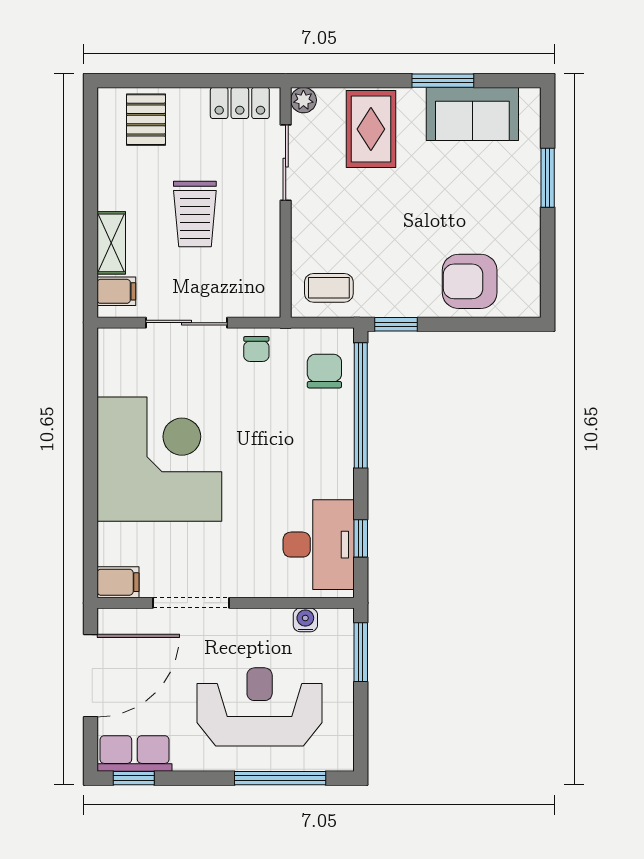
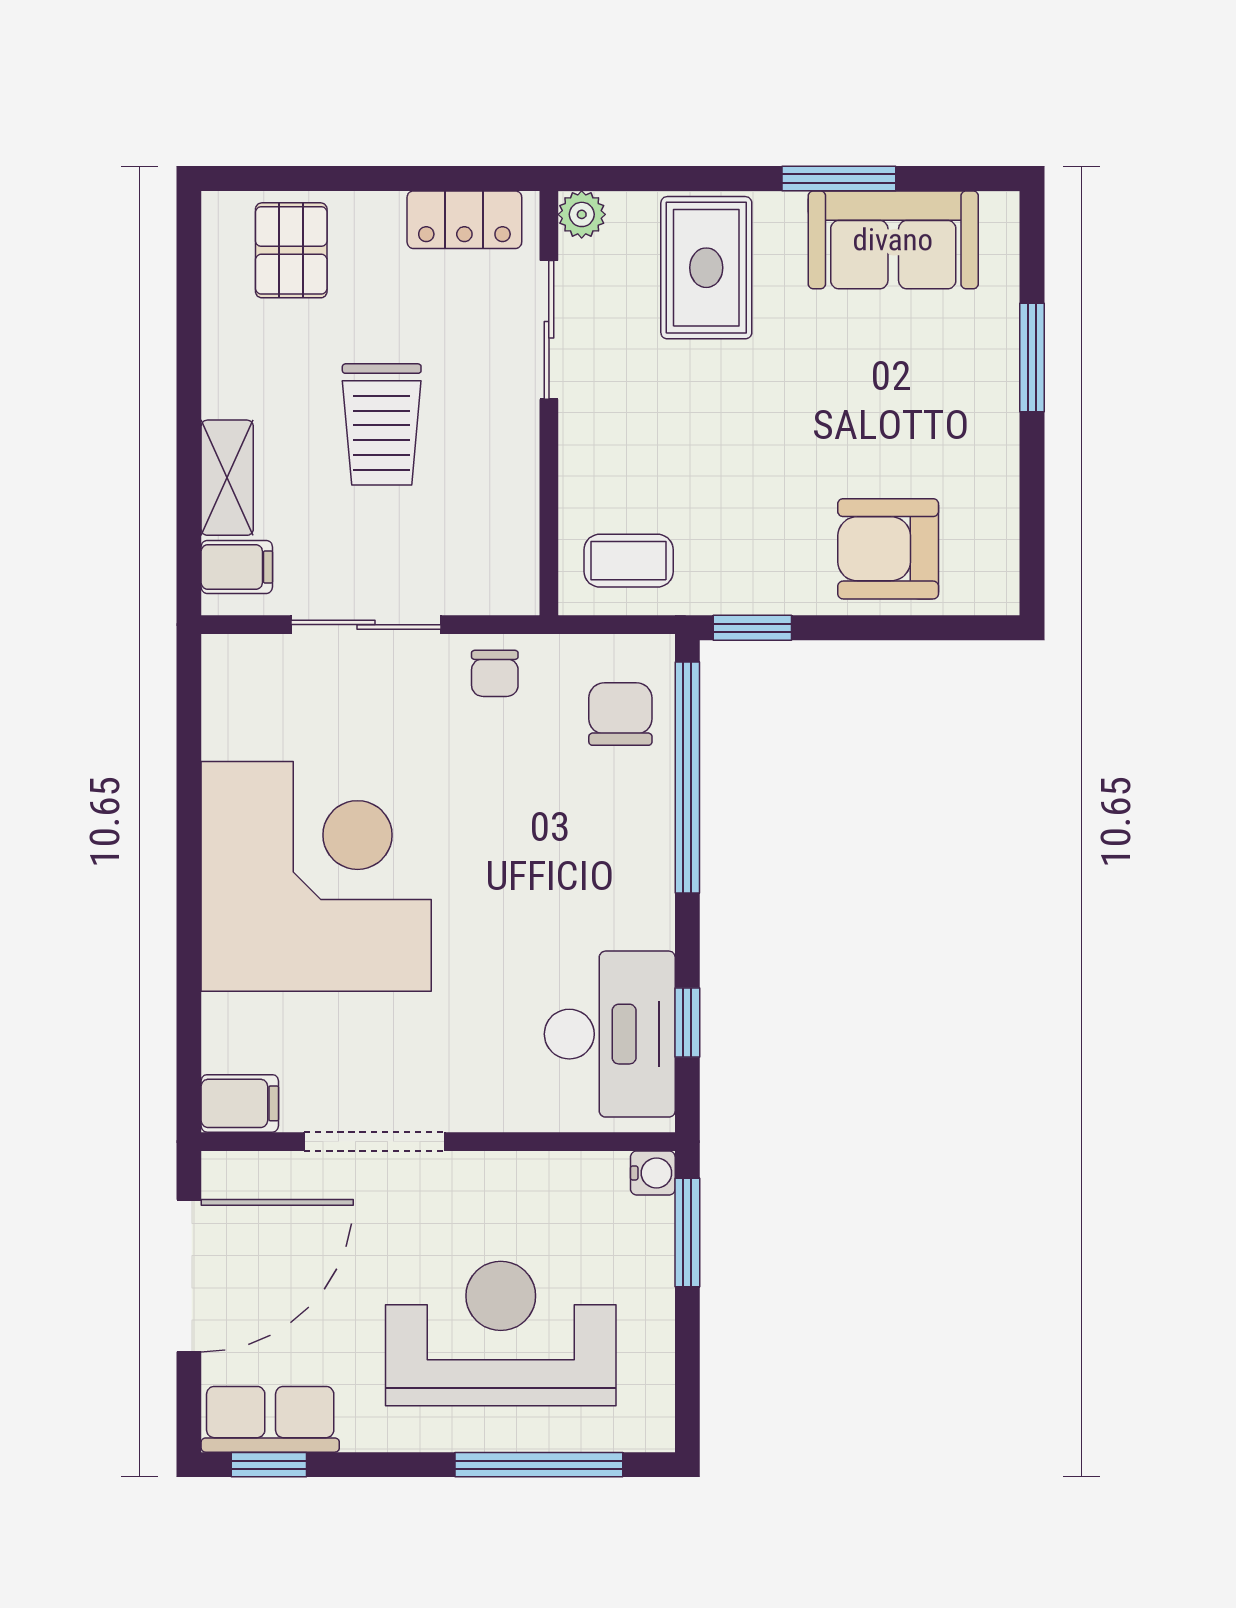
water cooler: (305, 620) -> (653, 1173), moved, turned 90

